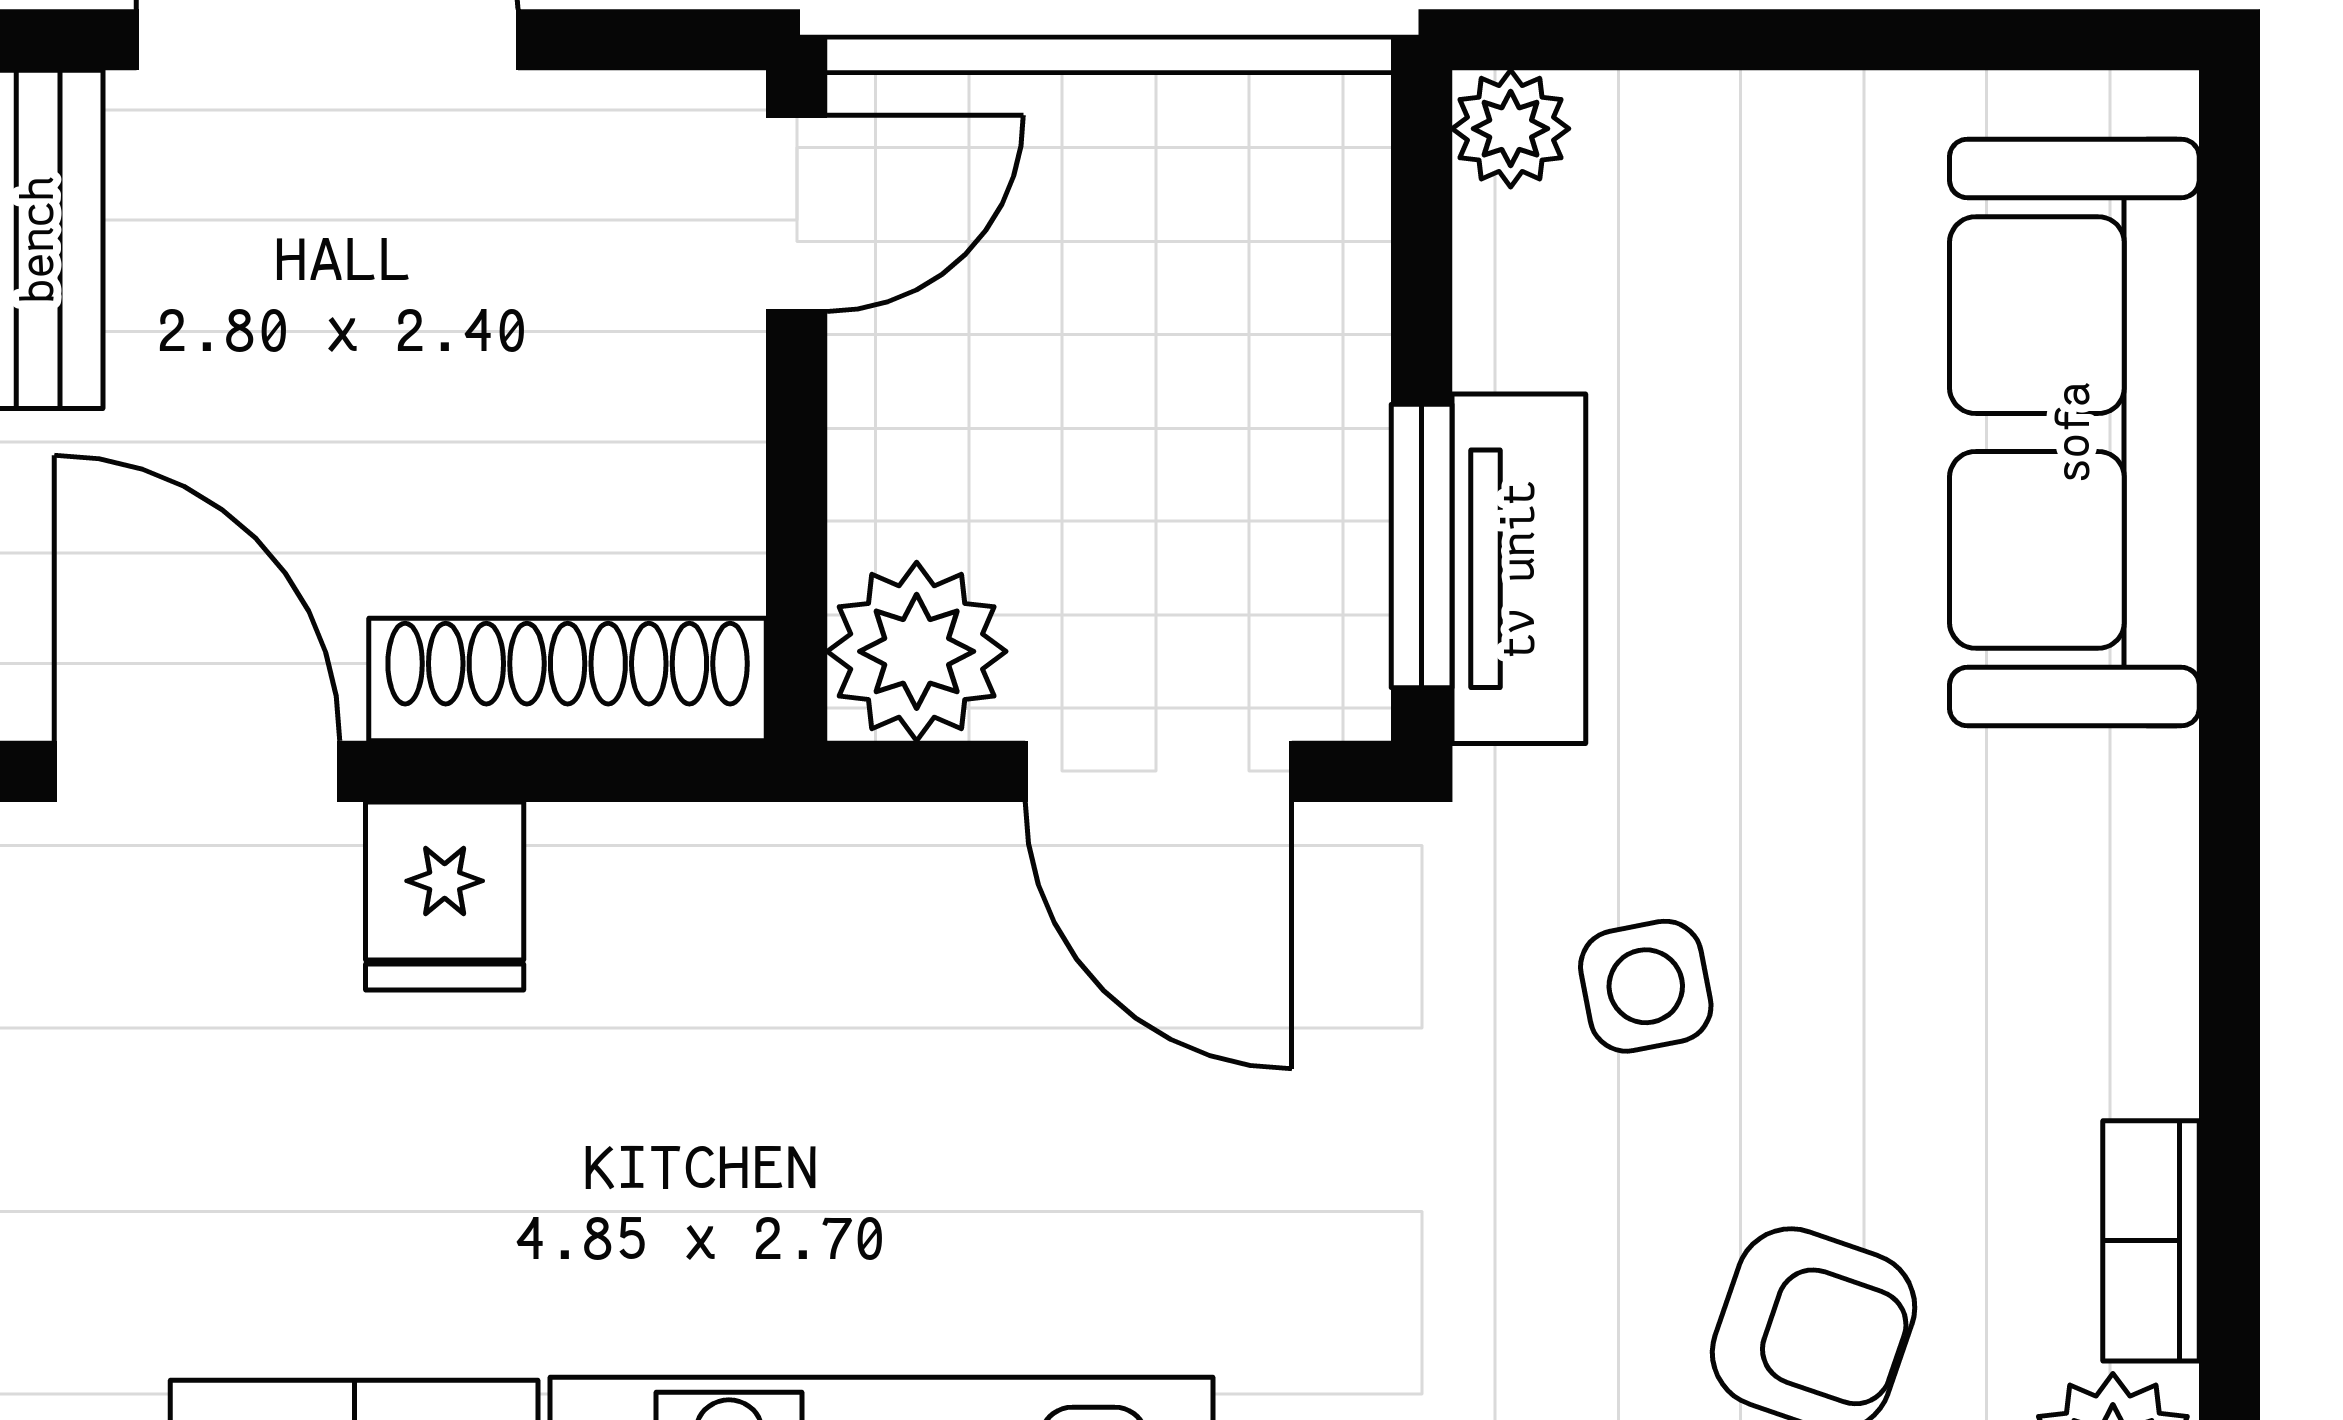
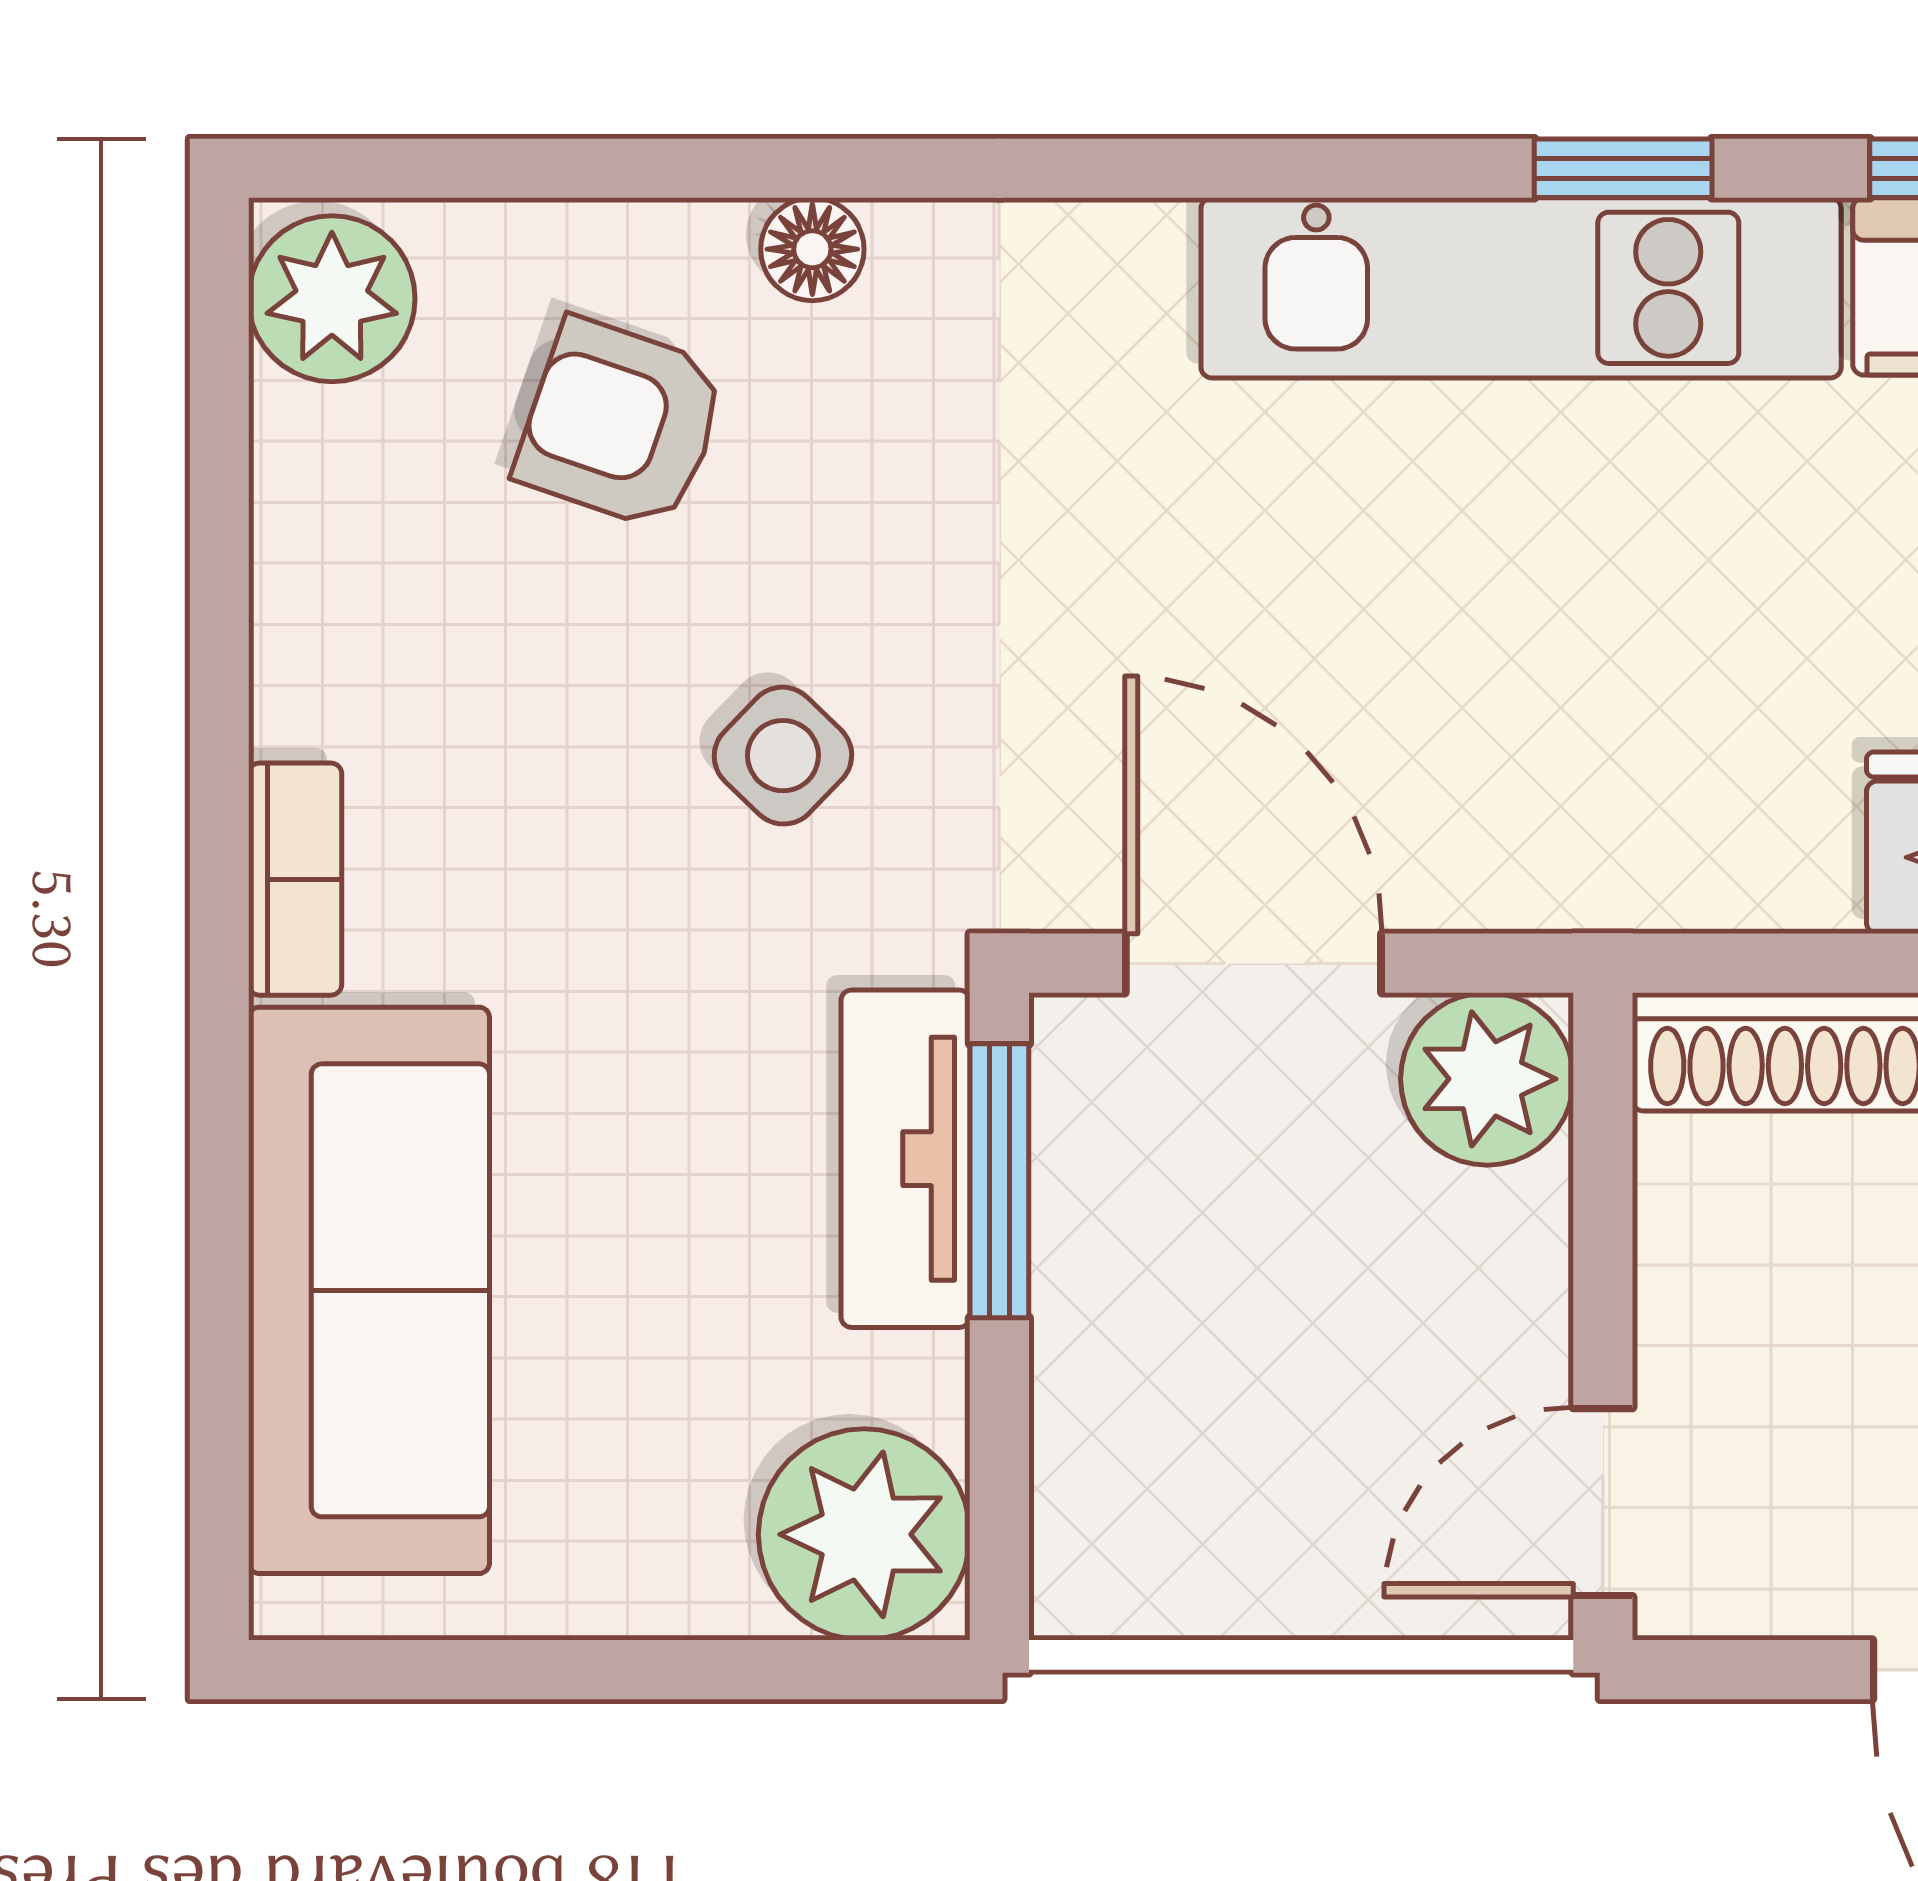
plant: (1511, 129) -> (864, 1534), width x1.88, depth x1.88
side table: (1646, 986) -> (783, 756), turned -35
bookcase: (2151, 1241) -> (295, 879), moved

